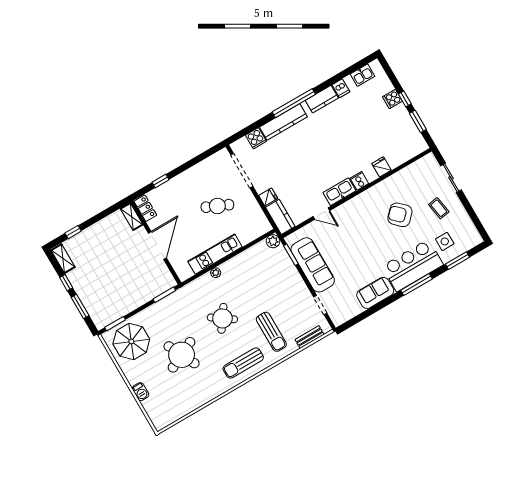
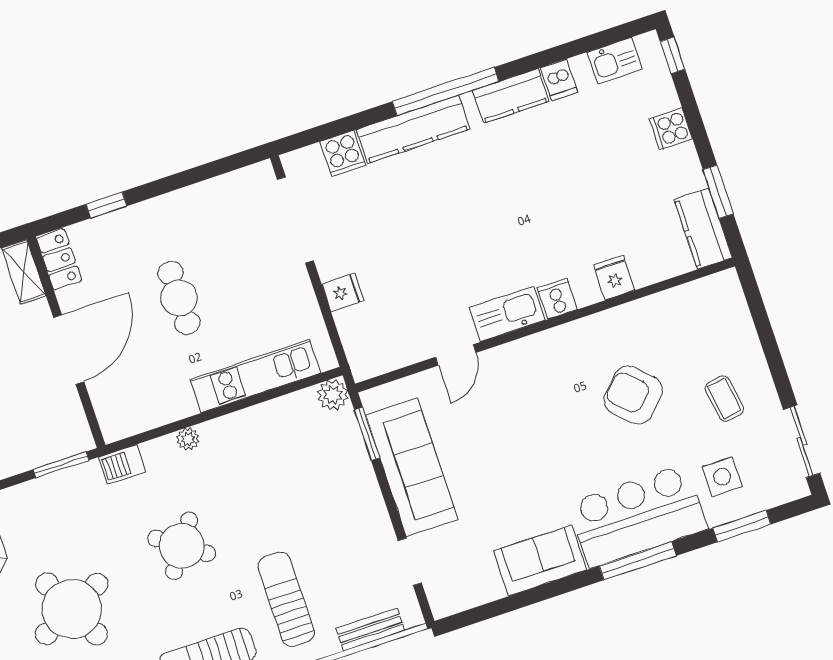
window: (405, 99) -> (673, 55), moved
sliding door: (451, 178) -> (802, 441), moved
cafe table: (217, 206) -> (179, 298), moved, turned 66
door: (321, 214) -> (456, 355), hinge flipped
kitchen counter: (280, 217) -> (703, 229), moved, turned 180
kitchen unit: (215, 254) -> (255, 376), moved
barbecue: (190, 289) -> (122, 464), added
sun lounger: (271, 332) -> (286, 599), turned 180

